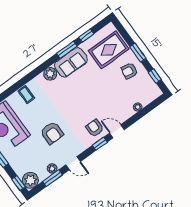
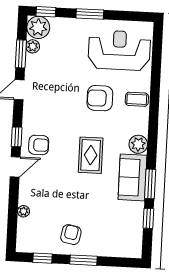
rug: (109, 50) -> (91, 155), moved, width x0.73, depth x0.70
armchair: (52, 133) -> (100, 98), moved
plant: (52, 168) -> (33, 46), moved

